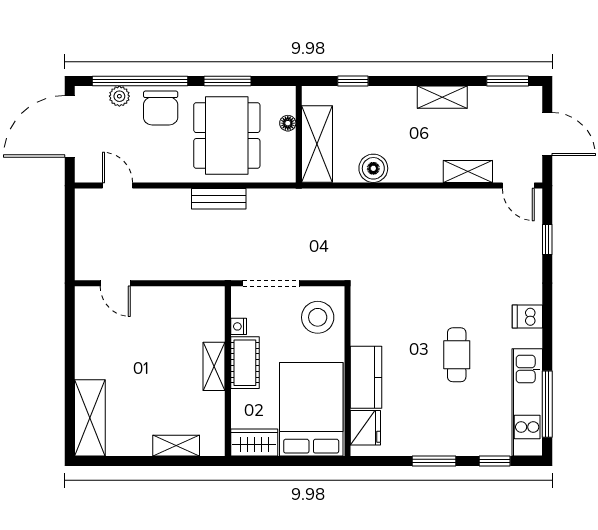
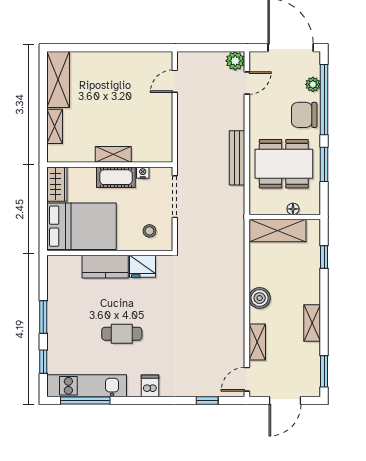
boiler: (373, 168) -> (260, 298), moved
bench: (219, 199) -> (237, 158), width x1.36
plant: (87, 201) -> (235, 61), added
stool: (318, 317) -> (149, 231), width x0.53, depth x0.53
shelving: (90, 418) -> (58, 79), moved, turned 90
fridge: (365, 428) -> (142, 266), moved

